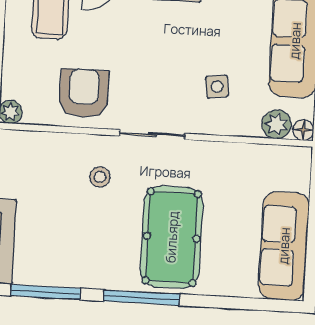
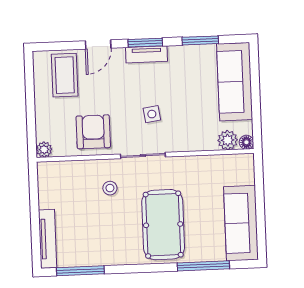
side table: (217, 87) -> (152, 114), moved
window: (141, 298) -> (203, 266), moved

